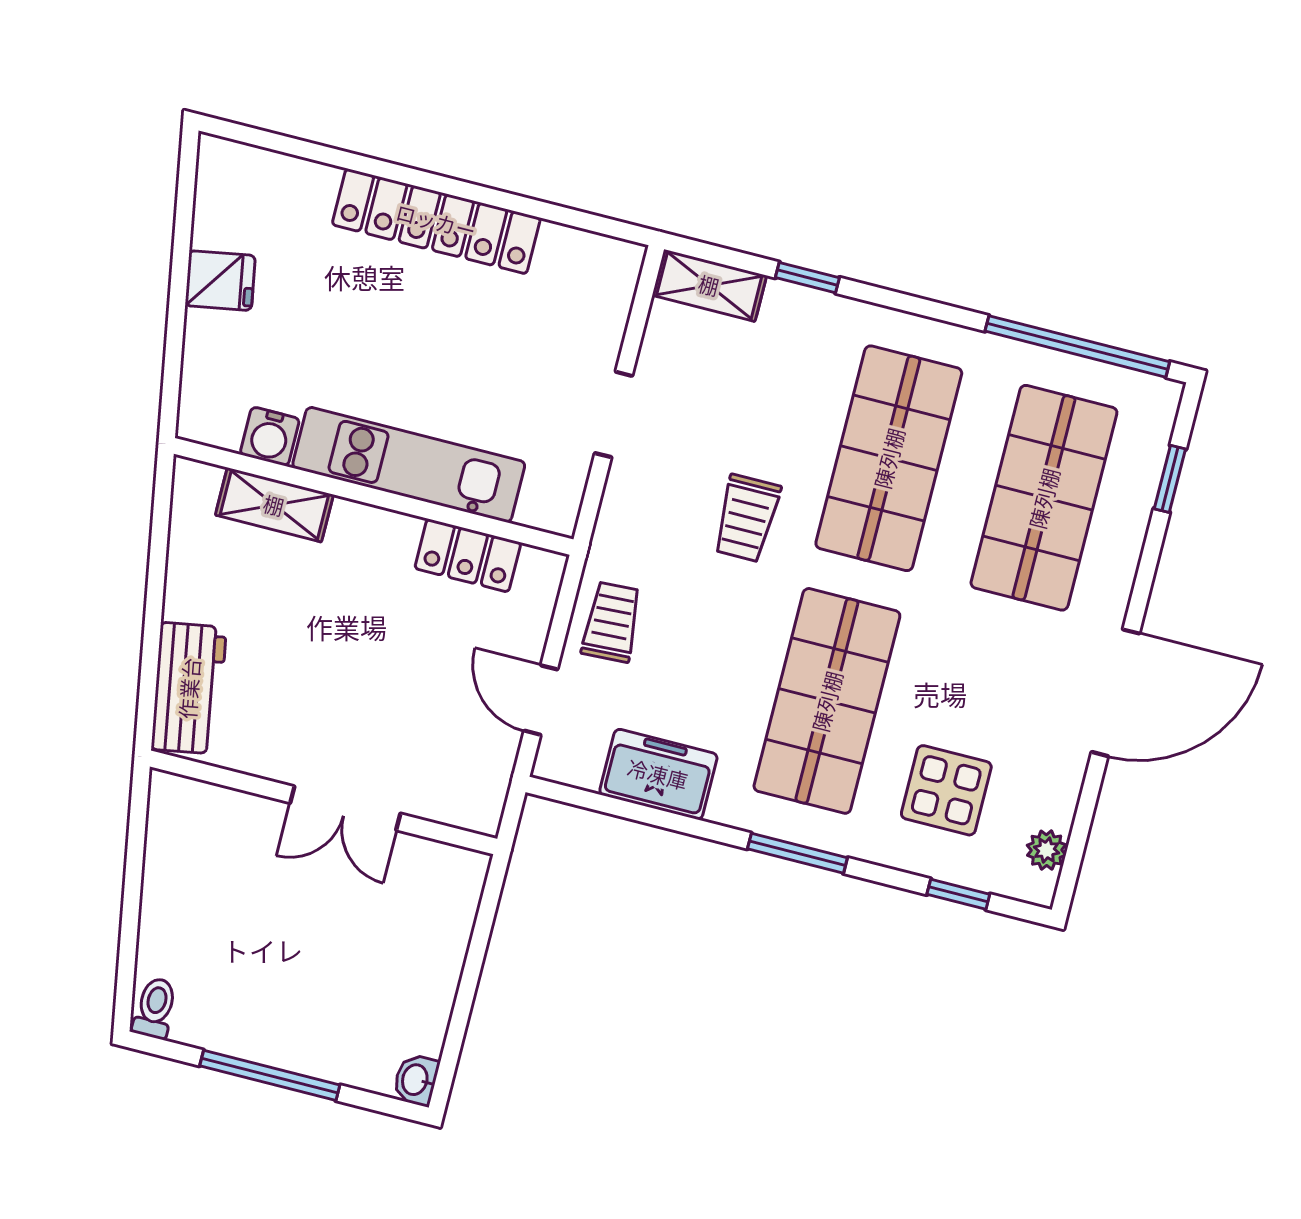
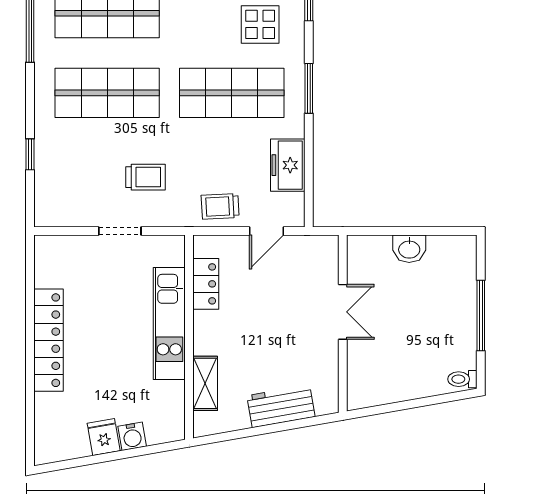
shelving: (709, 285) -> (46, 201), removed
water cooler: (270, 436) -> (132, 436), moved, turned 80
trolley: (747, 518) -> (145, 177), moved
workbench: (189, 688) -> (281, 406), moved
washbasin: (416, 1080) -> (409, 249), moved, width x1.38, depth x1.45

